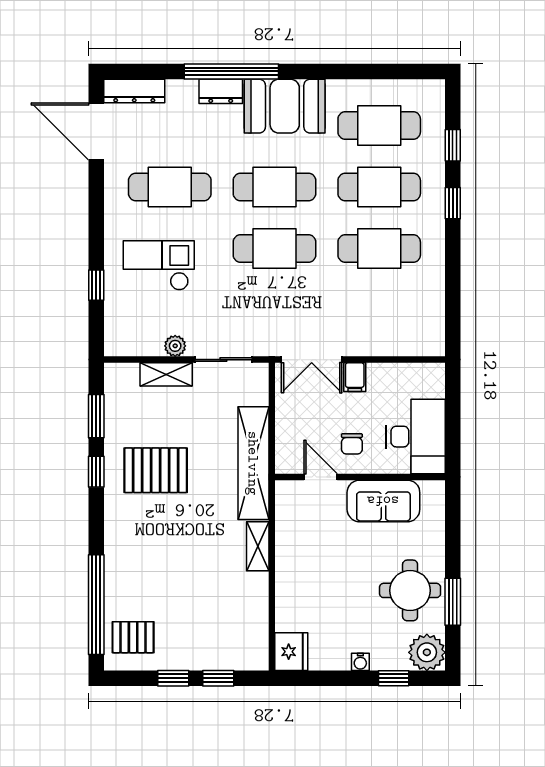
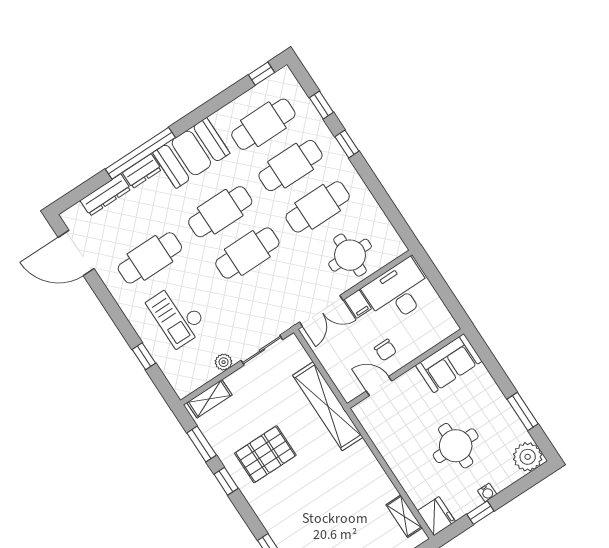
window: (412, 71) -> (262, 74), added
dresser: (134, 91) -> (105, 195), moved
checkout: (159, 265) -> (177, 315), turned -90
round table: (380, 321) -> (350, 255), added
shelving: (166, 374) -> (209, 399), moved
desk: (416, 437) -> (398, 292), moved, turned -90
sofa: (383, 501) -> (449, 363), moved
shelving: (258, 546) -> (404, 516), moved
round table: (410, 590) -> (456, 446), moved
window: (394, 678) -> (480, 513), moved

